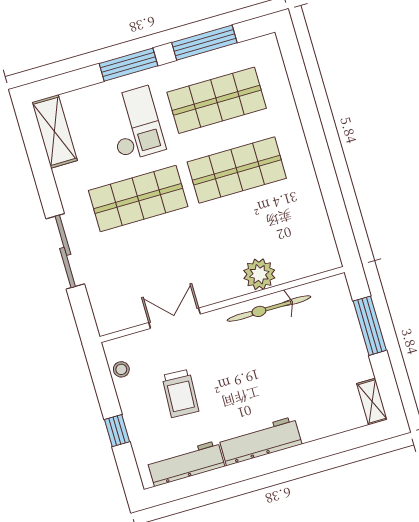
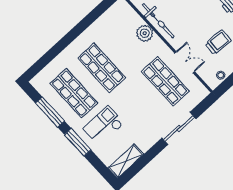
shop shelf: (138, 199) -> (165, 81), moved
double door: (175, 318) -> (185, 62), swing flipped

